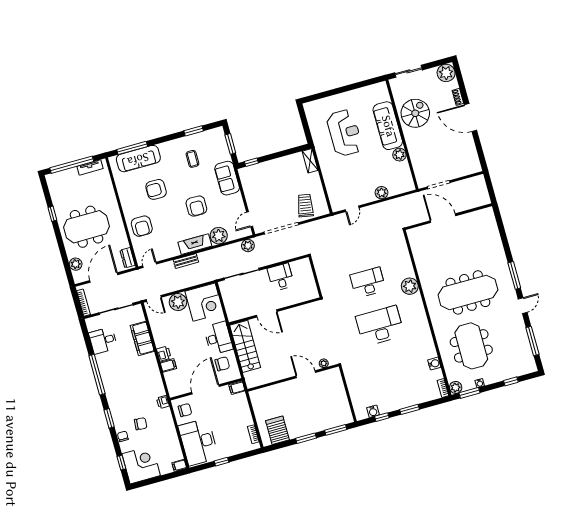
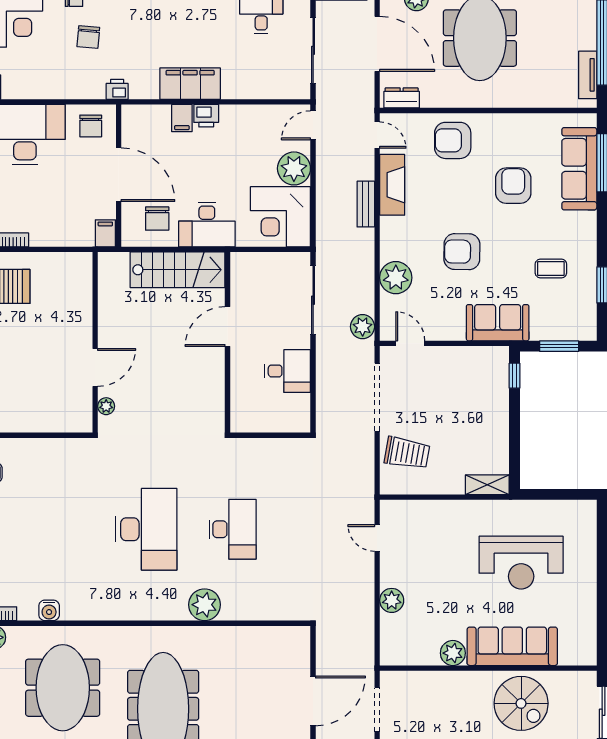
fireplace: (195, 244) -> (392, 185), moved
filing cabinet: (142, 338) -> (190, 84), moved
meeting table: (471, 346) -> (63, 688), turned 90

